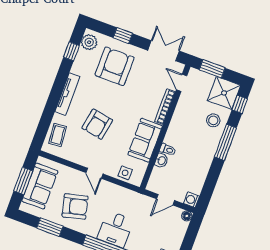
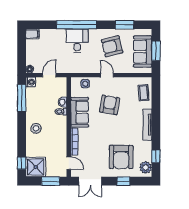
stool: (213, 120) -> (36, 128), moved
armchair: (97, 124) -> (110, 105), moved
window: (225, 142) -> (22, 98), moved

